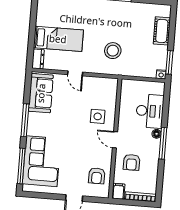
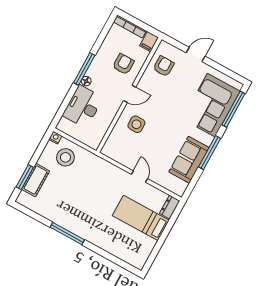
stool: (113, 51) -> (65, 157), moved
window: (169, 62) -> (25, 177), moved
sofa: (41, 93) -> (189, 160), moved
door: (115, 140) -> (130, 94), hinge flipped

